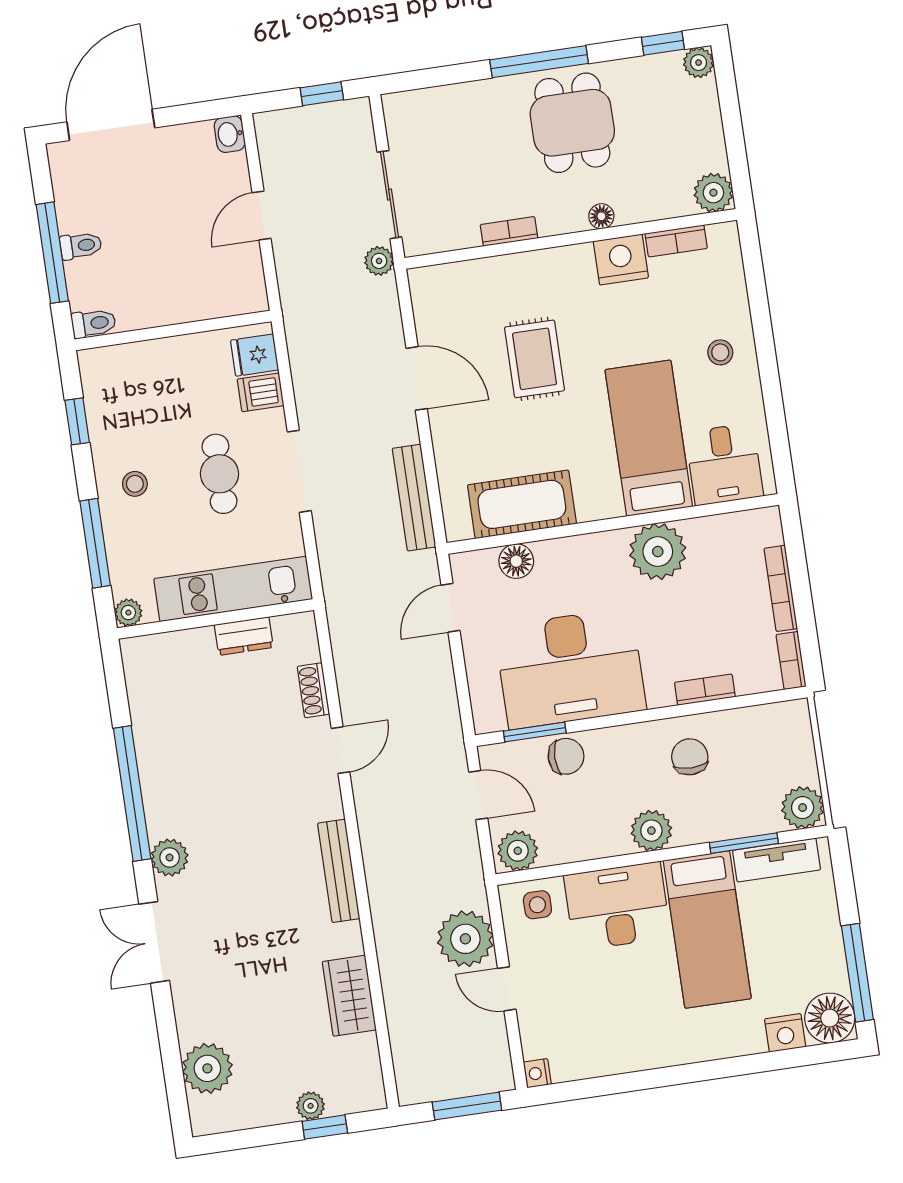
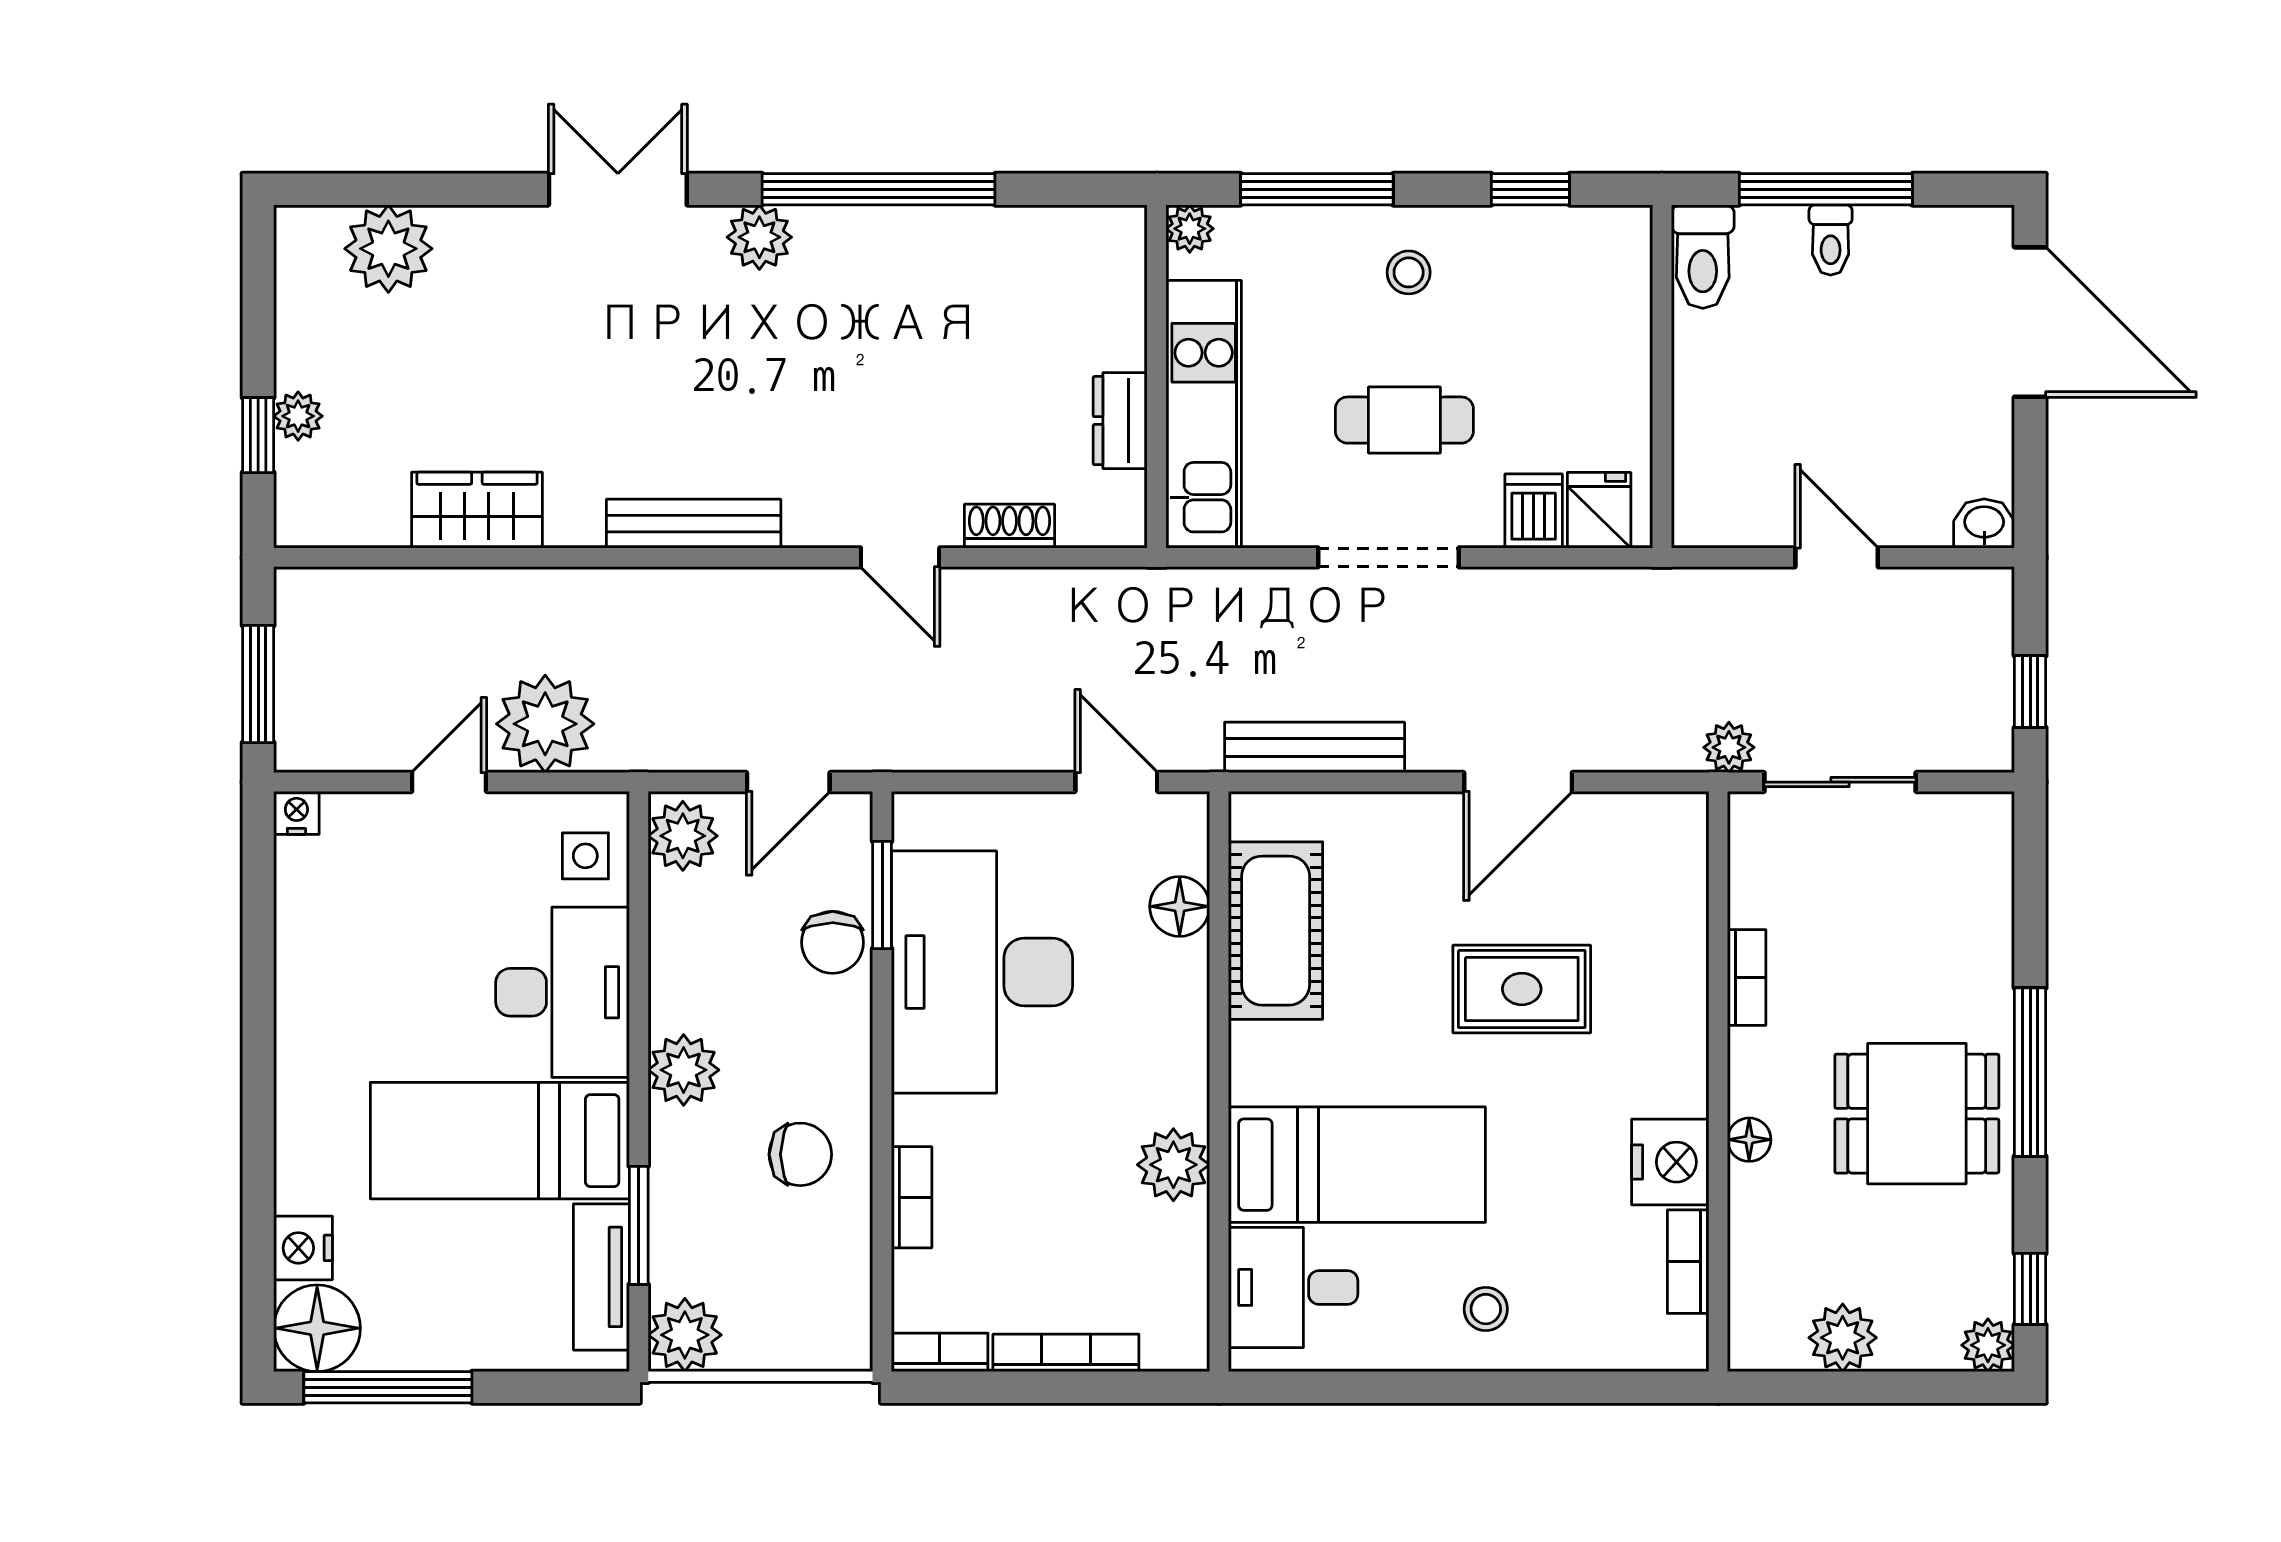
plant: (713, 193) -> (1843, 1338), moved
toilet: (94, 323) -> (1703, 257), width x1.37, depth x1.39
plant: (658, 552) -> (1173, 1165), width x0.73, depth x0.73

